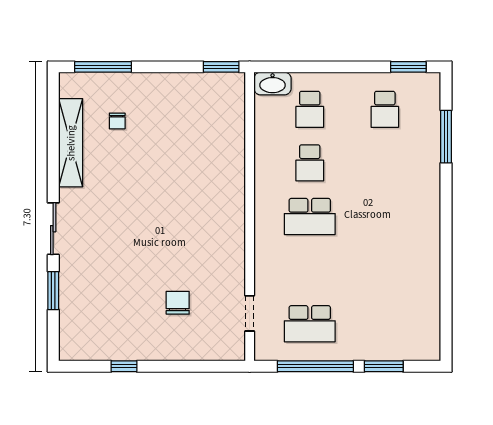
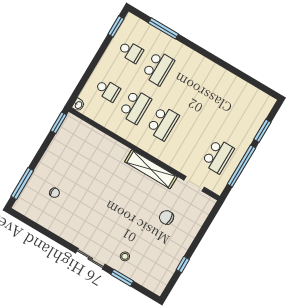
washbasin: (273, 84) -> (78, 105), width x0.52, depth x0.69
shelving: (71, 143) -> (151, 169), moved
school desk: (310, 163) -> (135, 107), width x1.85
school desk: (385, 163) -> (158, 68), added
stool: (86, 276) -> (125, 256), added

